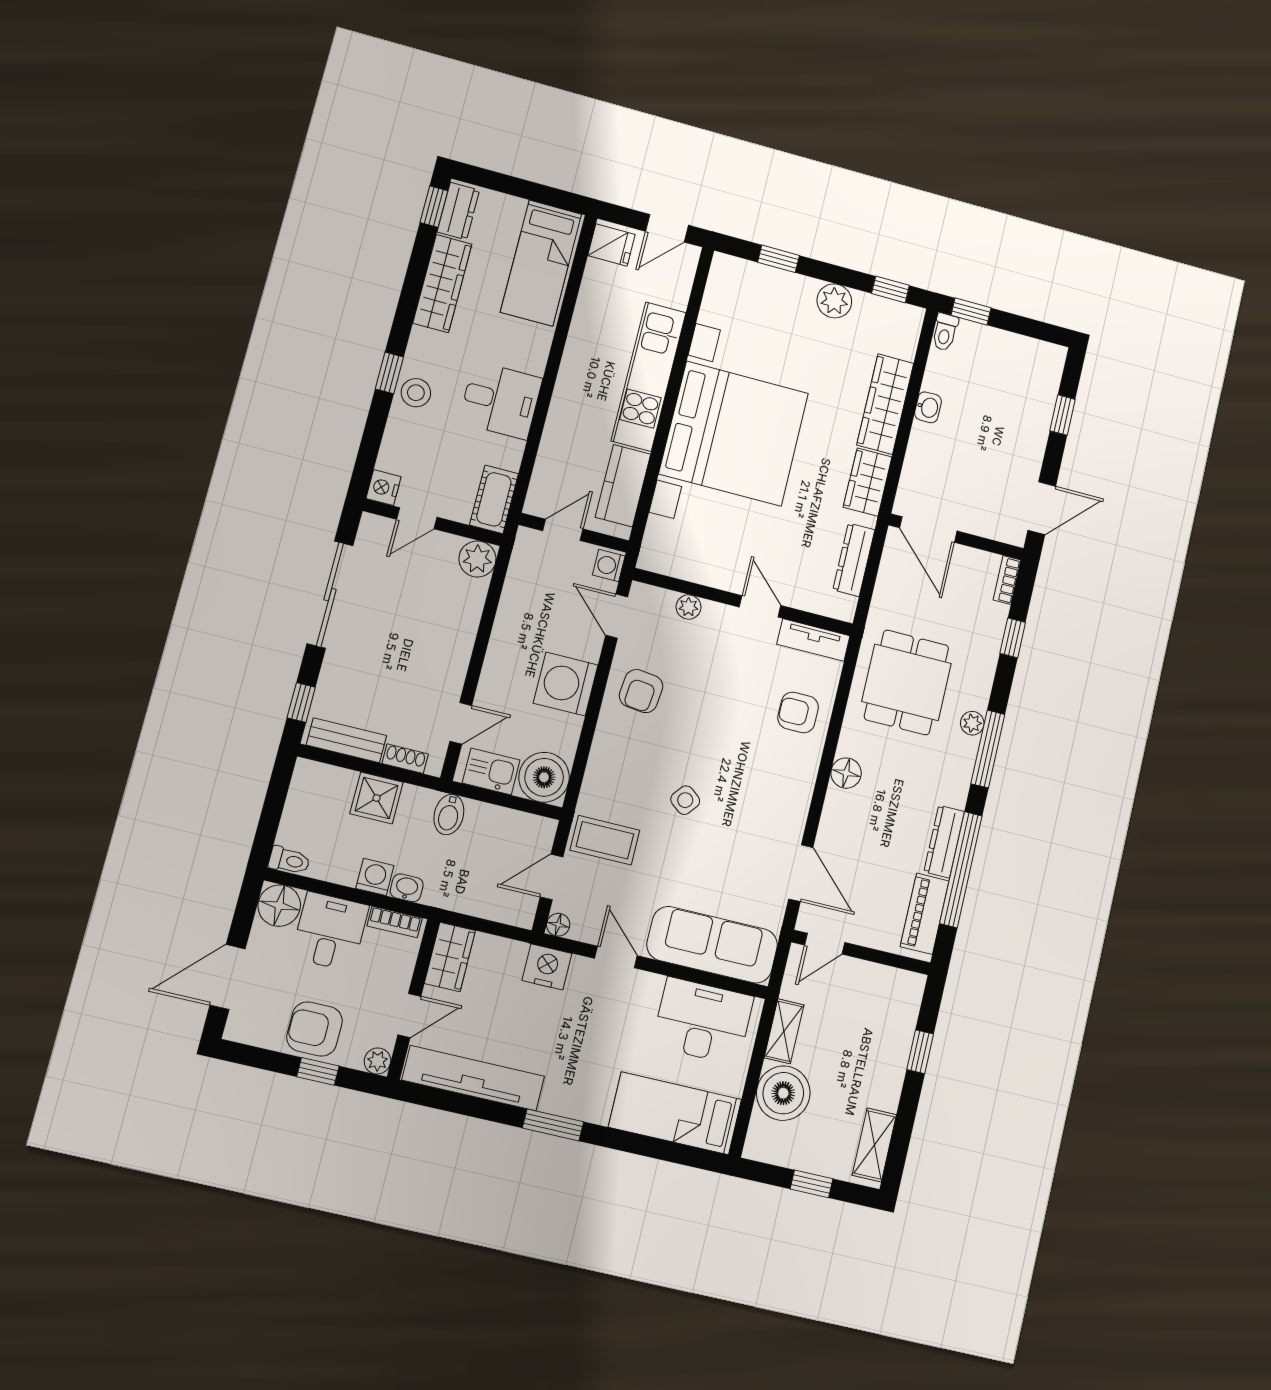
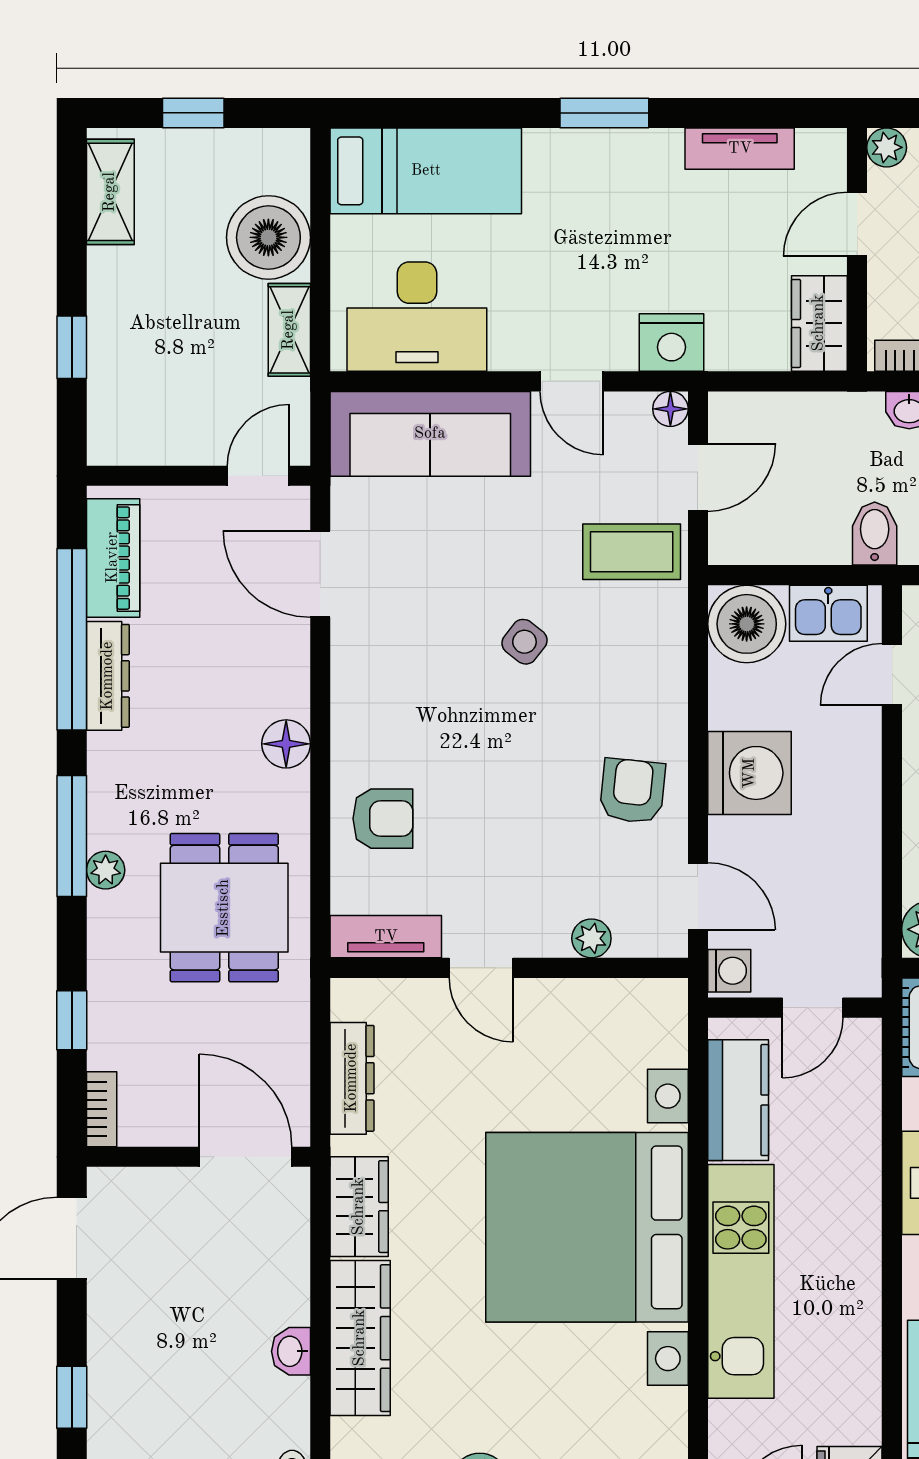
tv unit: (473, 1078) -> (740, 149), width x0.52, depth x0.78

